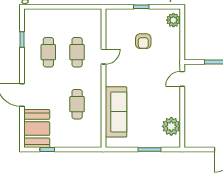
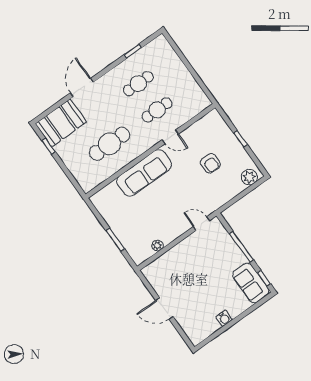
armchair: (143, 41) -> (210, 163), turned -90
cafe table: (77, 104) -> (110, 144), width x1.37, depth x1.35
sofa: (116, 112) -> (144, 173), moved
plant: (171, 126) -> (158, 246), width x0.53, depth x0.53

